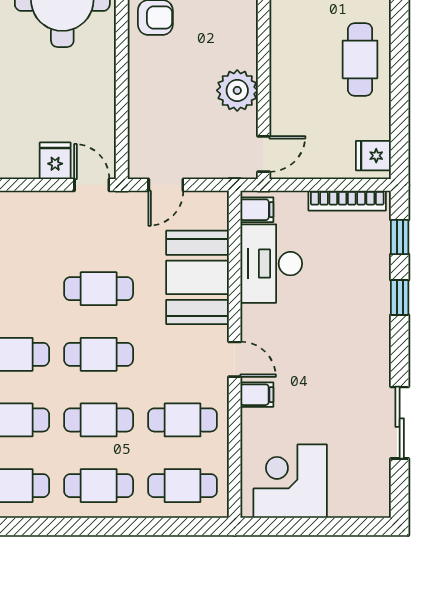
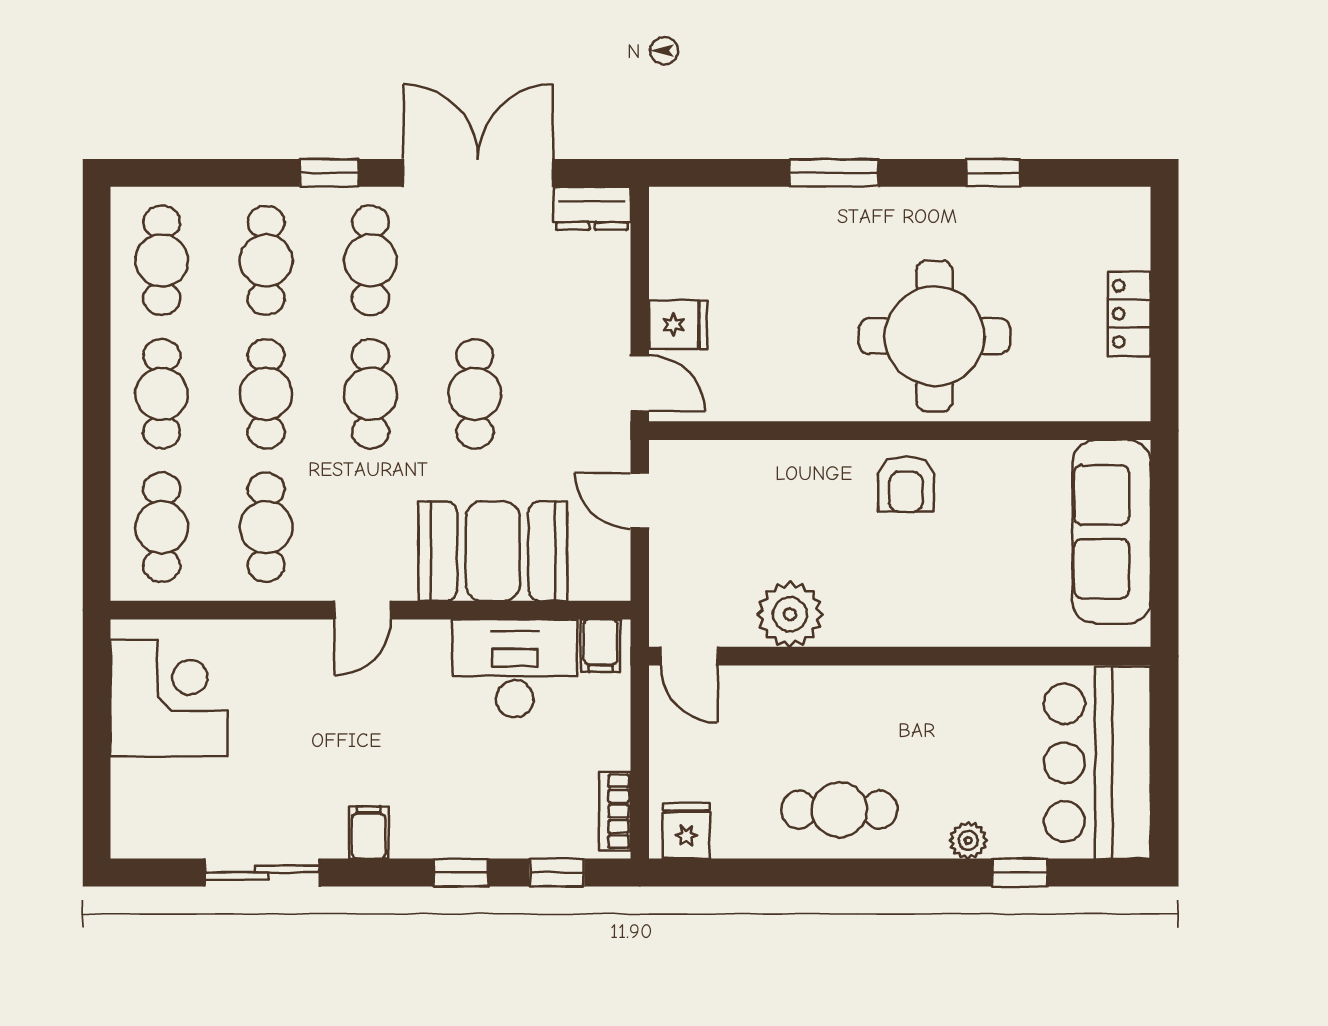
door: (92, 185) -> (640, 383), hinge flipped
bookcase: (347, 201) -> (615, 811), width x0.64
filing cabinet: (257, 395) -> (369, 833), moved, turned 180

